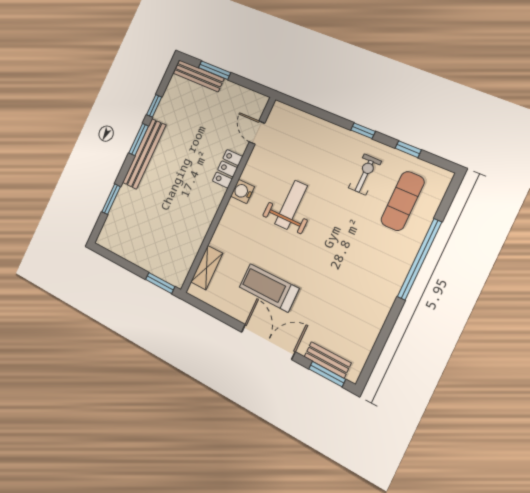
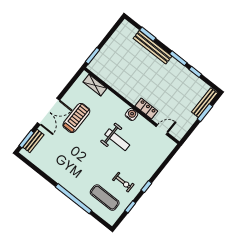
bench: (144, 154) -> (152, 47), moved

